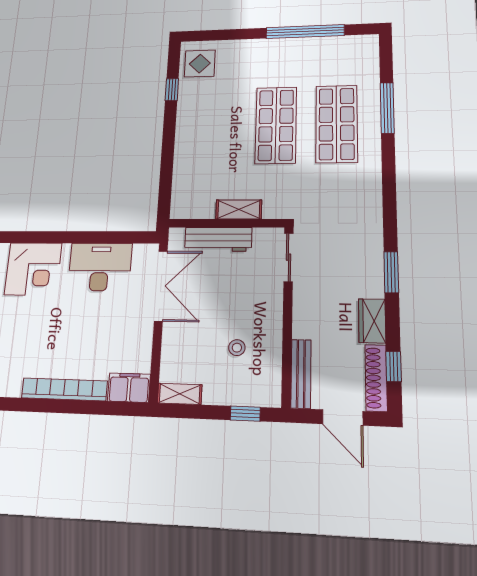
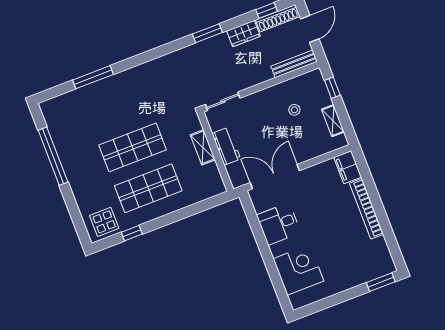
shop shelf: (337, 124) -> (148, 188), moved
workbench: (218, 239) -> (226, 146), width x0.73
desk: (100, 267) -> (279, 224), width x0.73
shelving: (180, 394) -> (333, 121), moved

